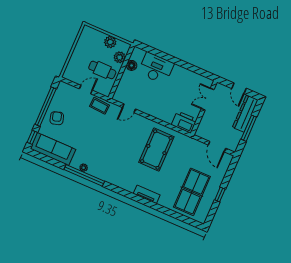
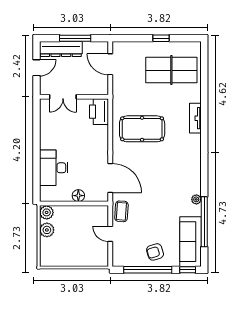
plant: (120, 57) -> (47, 212), moved
floor lamp: (132, 65) -> (78, 196), moved
cafe table: (102, 70) -> (81, 225), removed
door: (129, 108) -> (110, 178), width x1.88
door: (217, 147) -> (110, 64), swing flipped
window: (84, 175) -> (204, 222), moved

